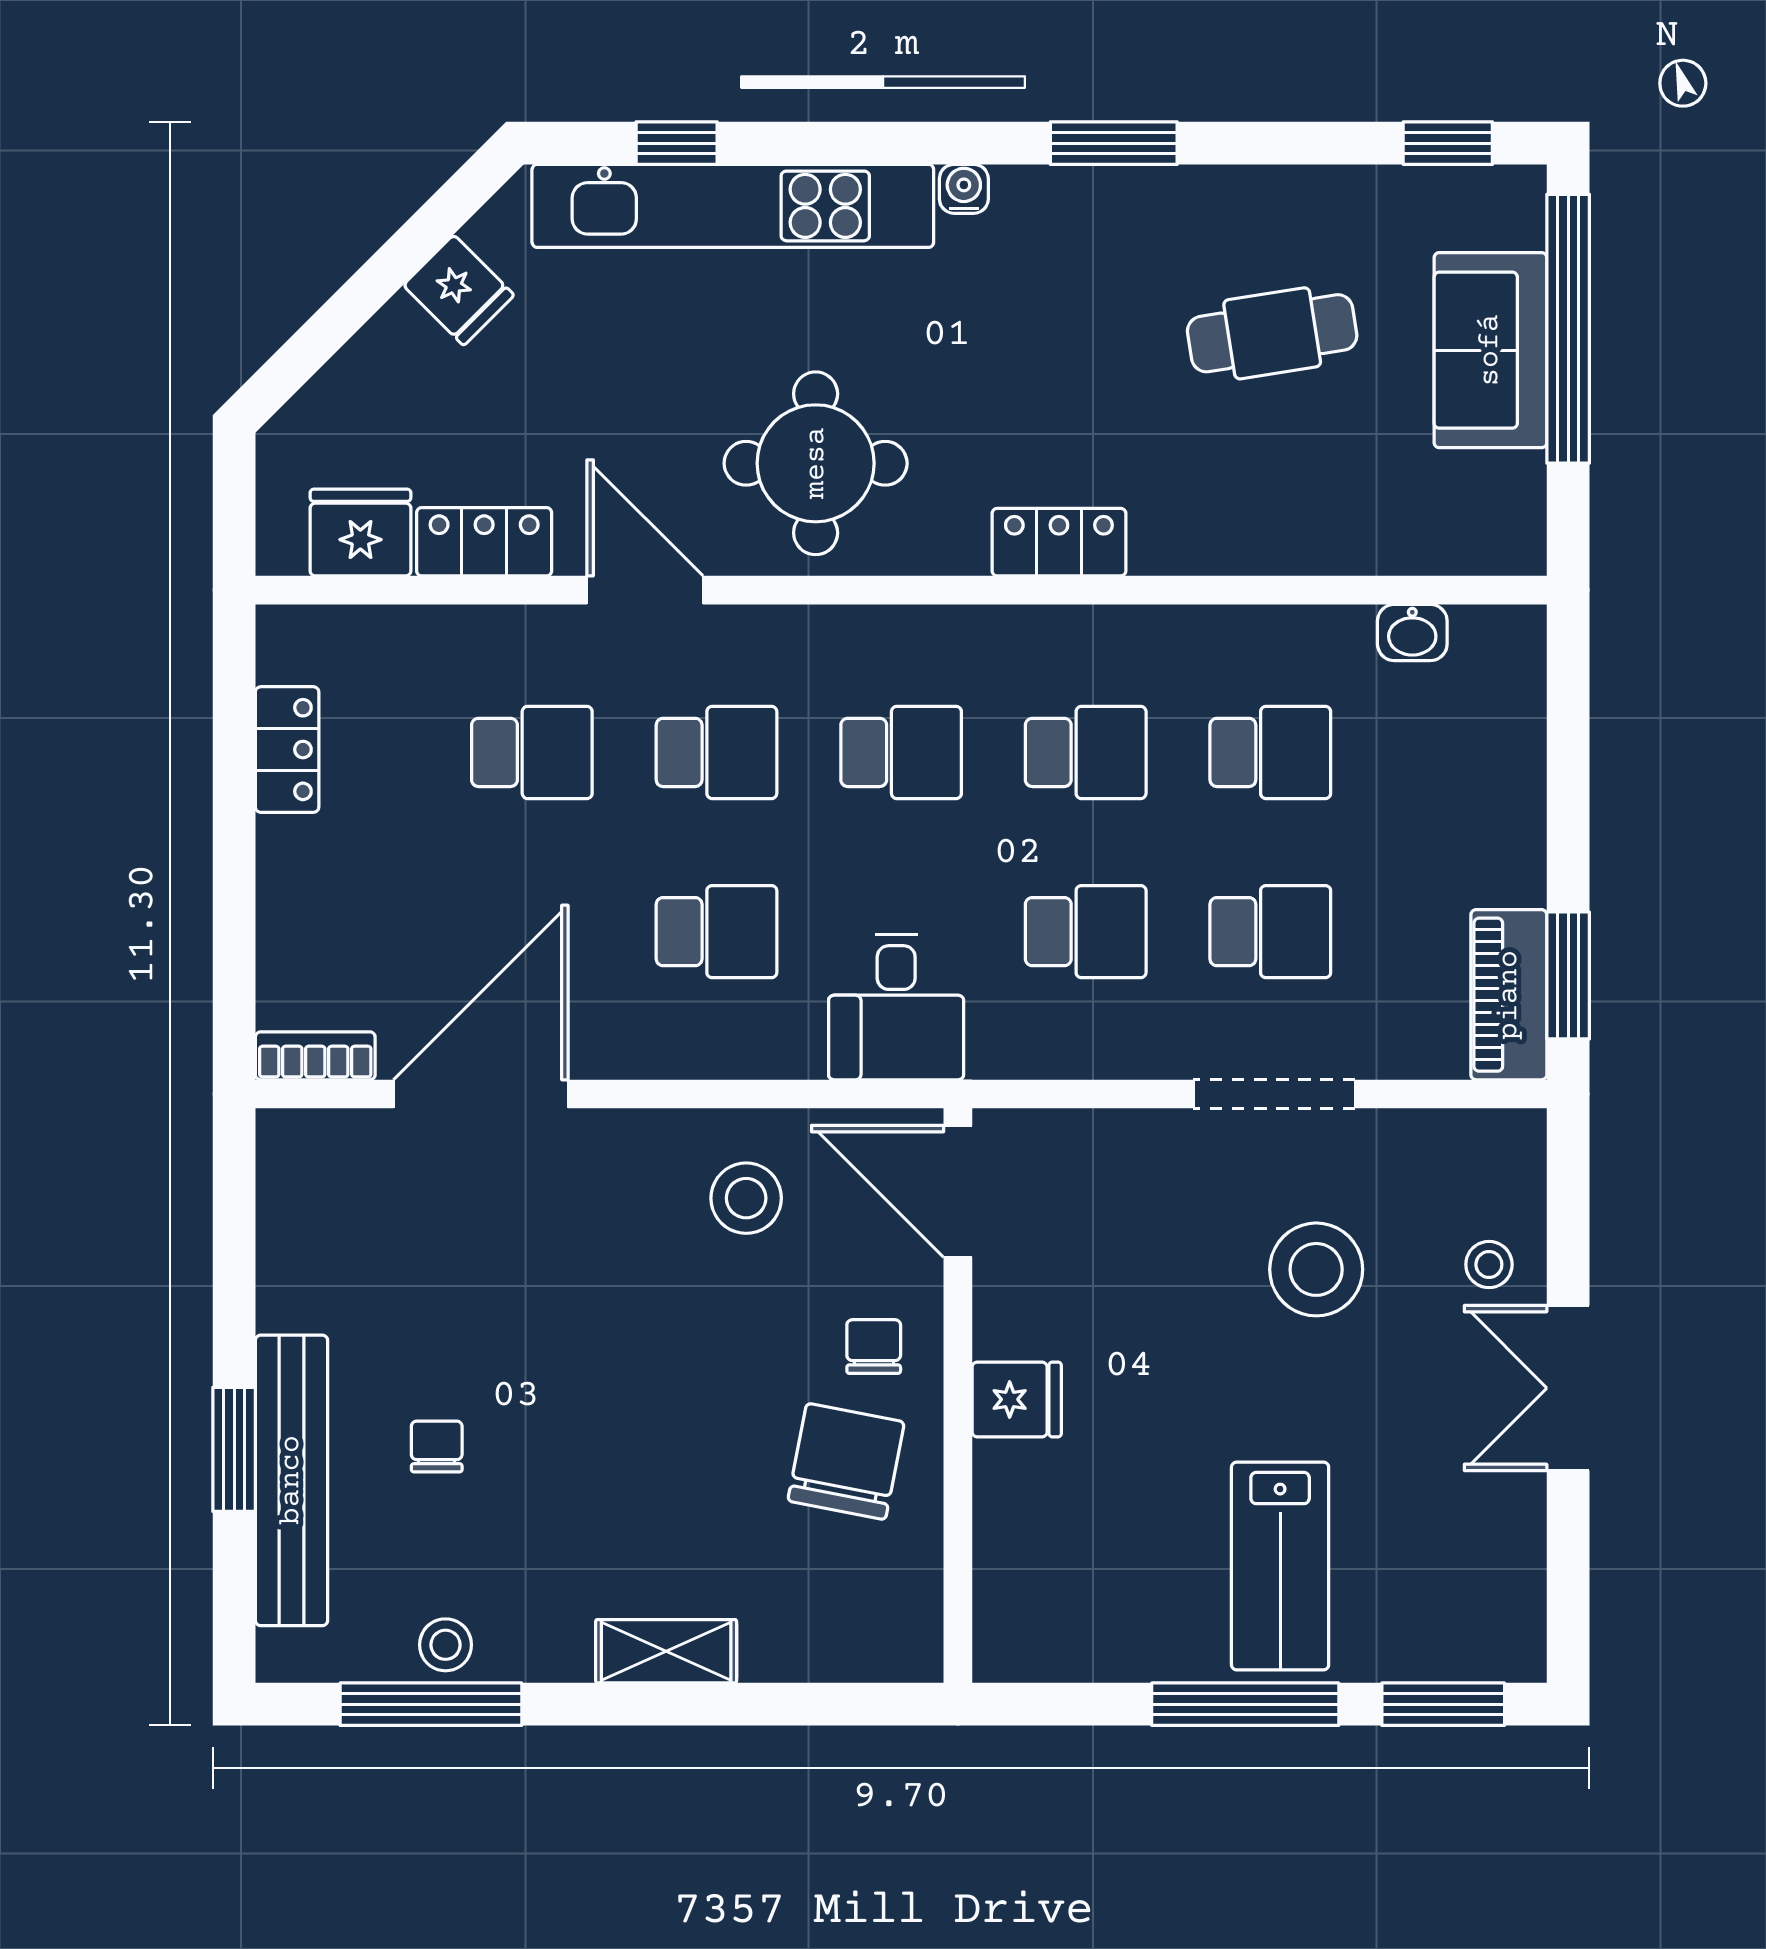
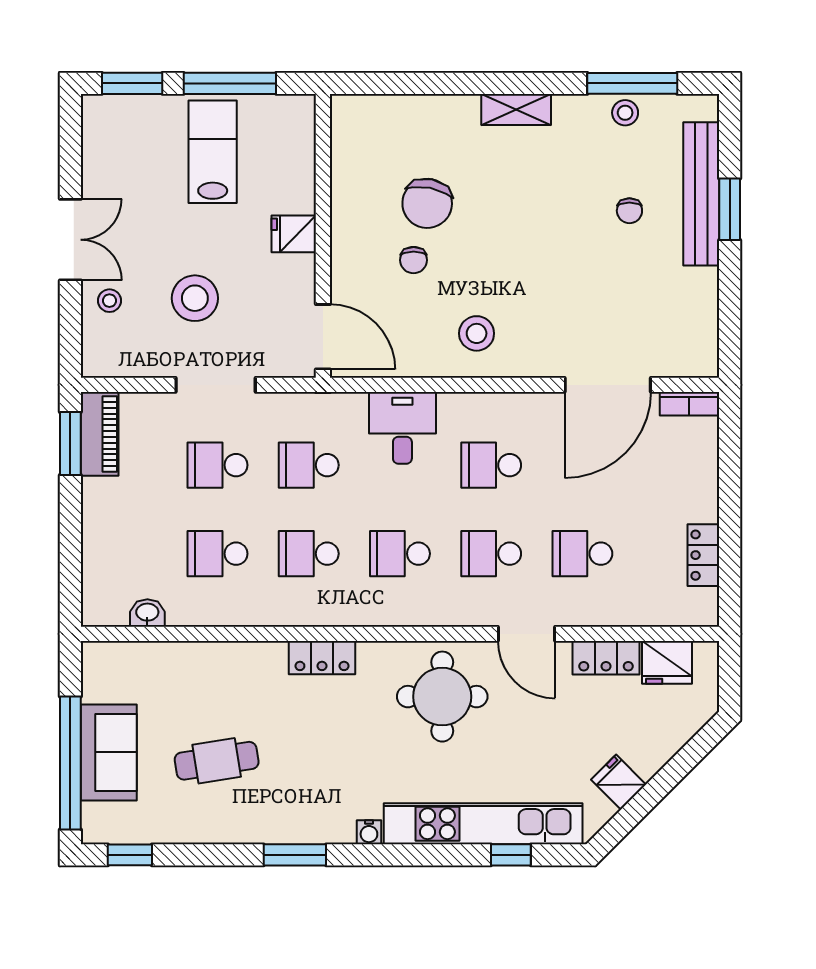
door: (958, 1191) -> (323, 337), moved
wall: (958, 1396) -> (323, 236), moved
fridge: (1017, 1399) -> (294, 234), moved

